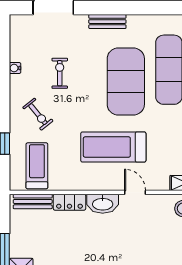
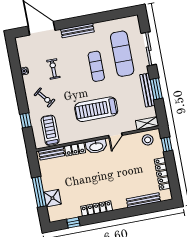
bench: (107, 22) -> (77, 31), width x1.36
exercise mat: (126, 82) -> (96, 66), width x0.50, depth x0.69
door: (135, 192) -> (115, 135), swing flipped

